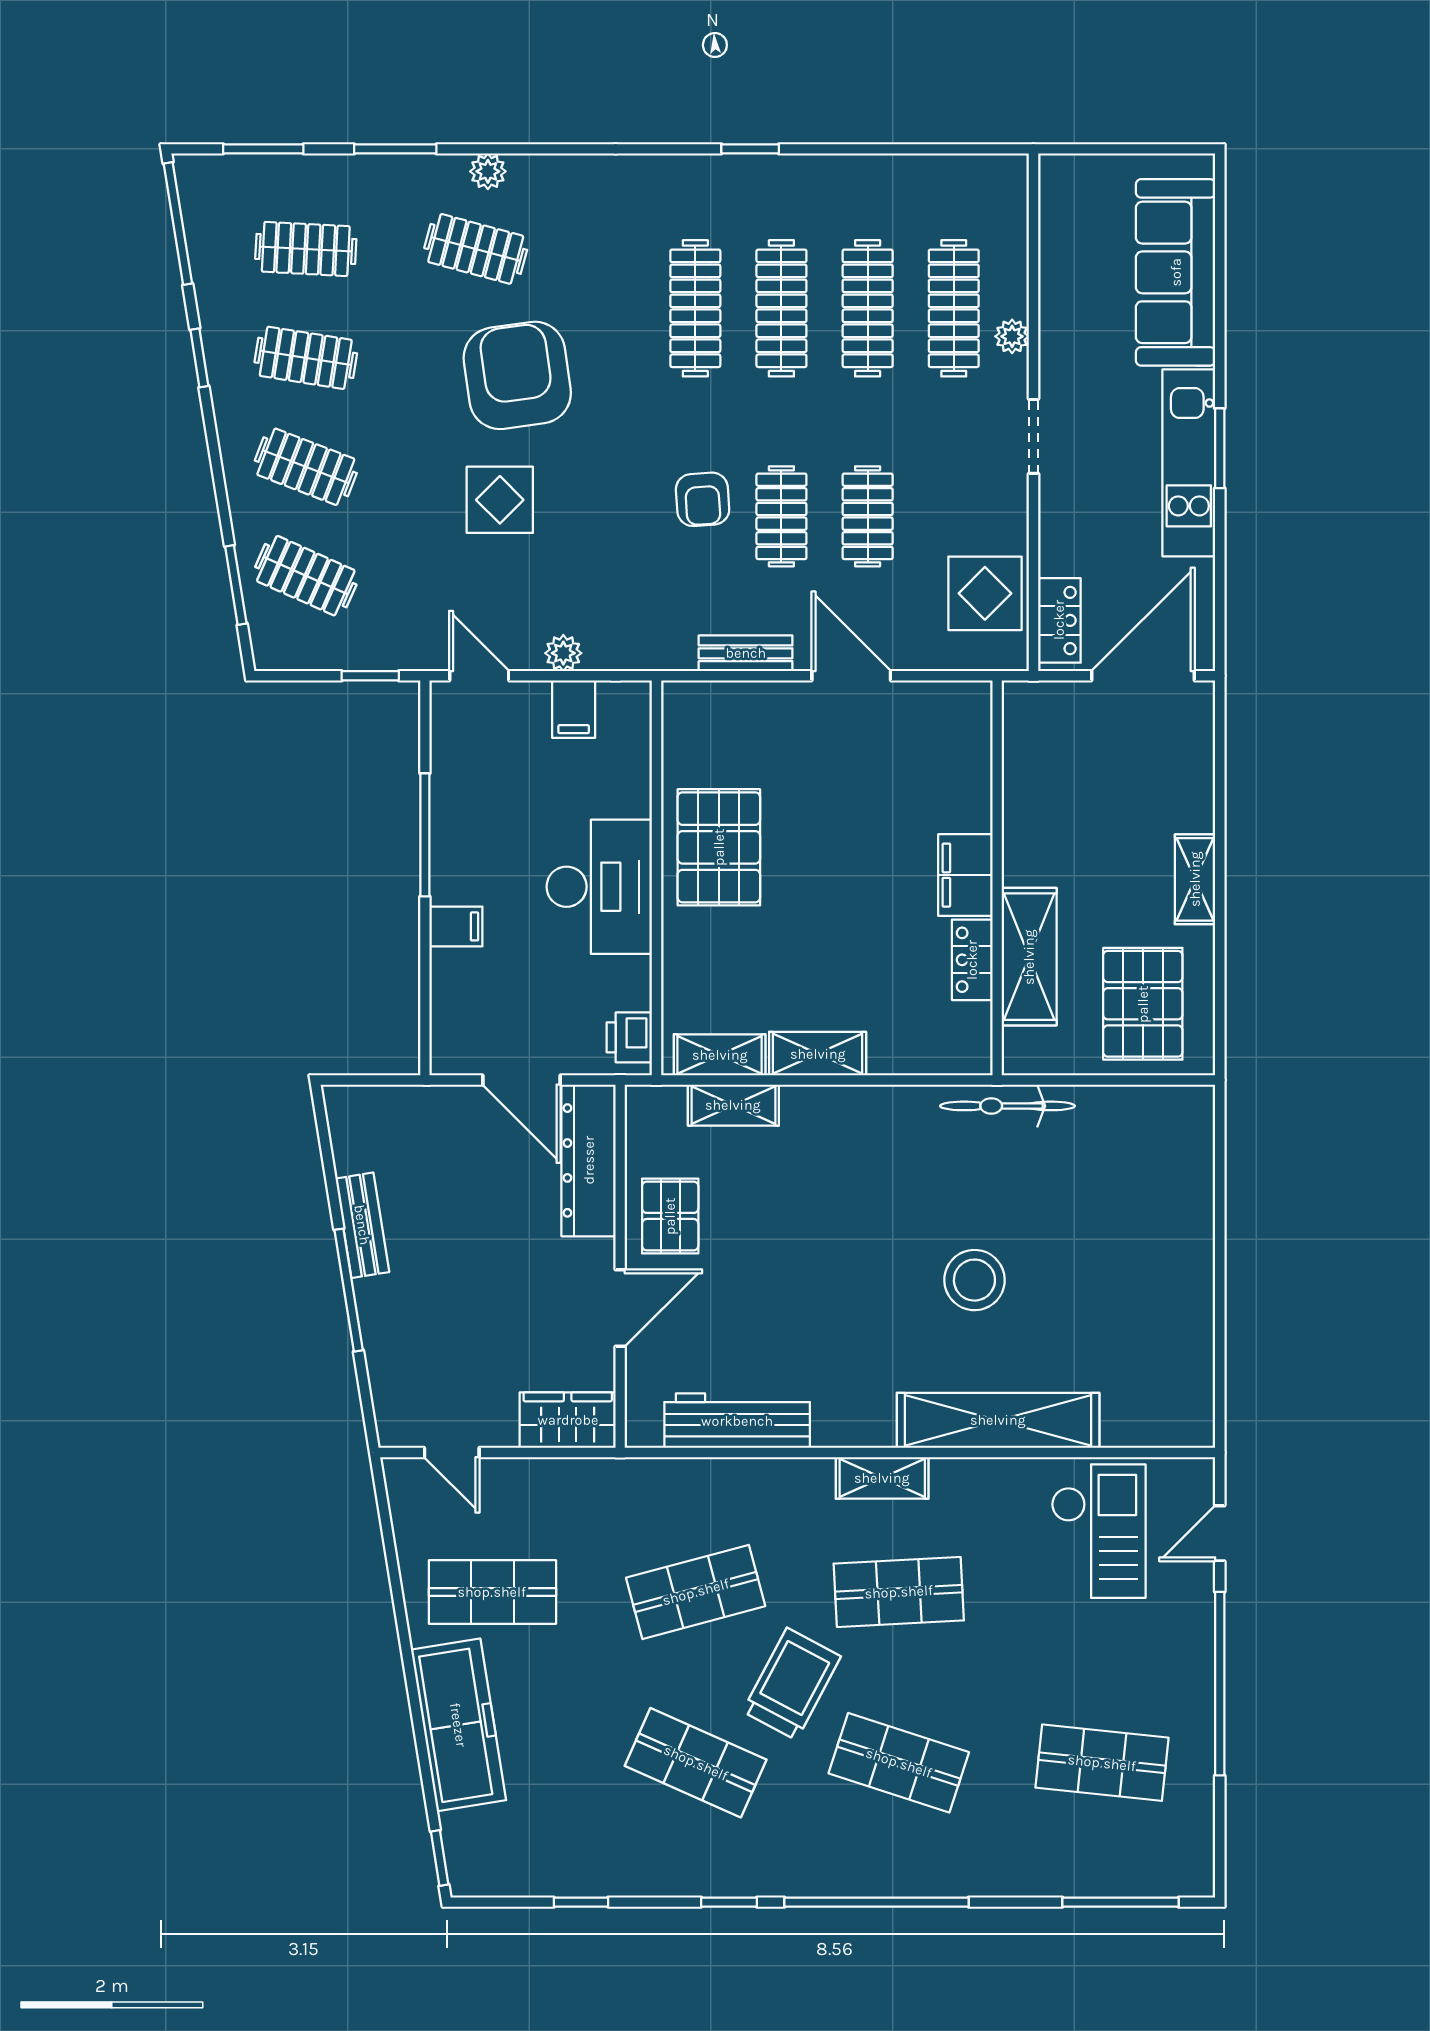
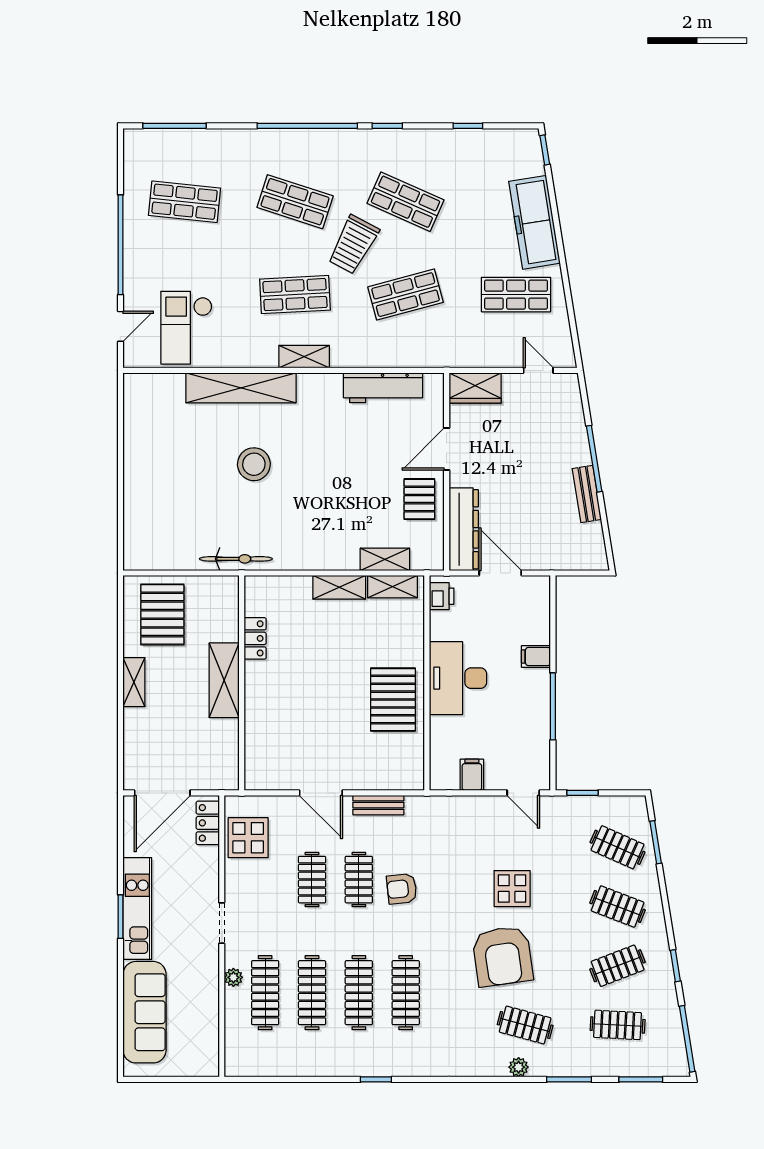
clothes rail: (306, 358) -> (618, 966), turned -30
armchair: (703, 499) -> (402, 889), turned -92
plant: (563, 653) -> (478, 805), removed
filing cabinet: (965, 875) -> (259, 684), removed
shelving: (1029, 957) -> (224, 680), moved

